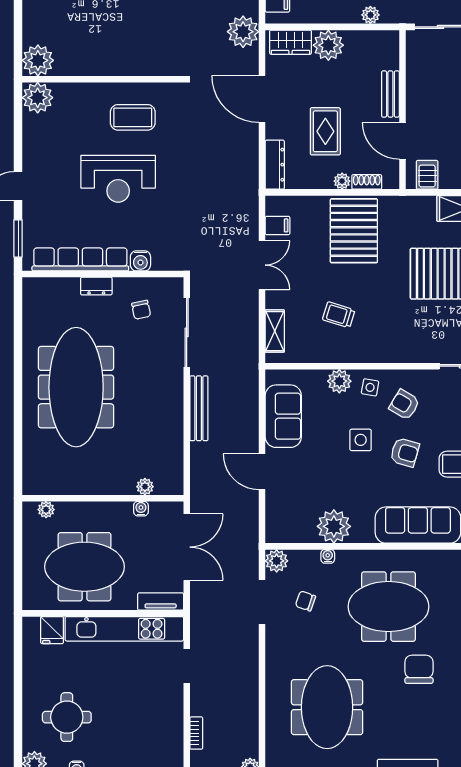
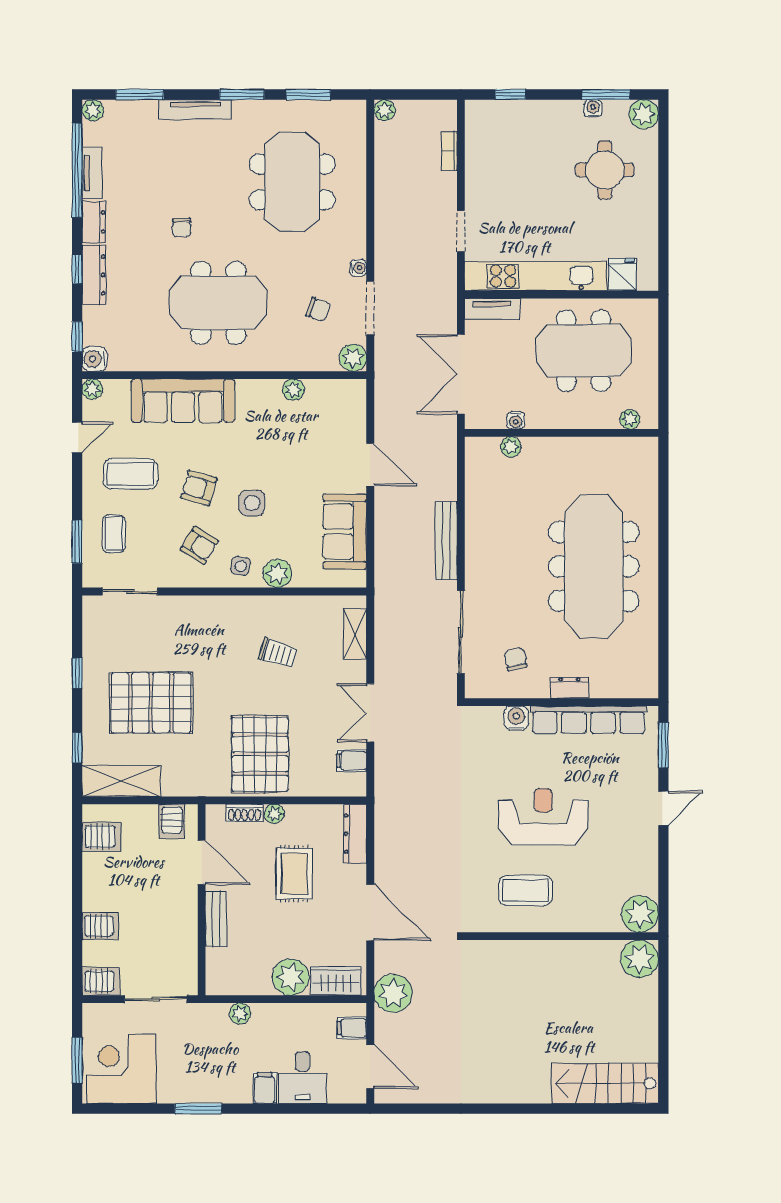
plant: (334, 526) -> (293, 390), width x0.53, depth x0.53
water cooler: (328, 556) -> (358, 268), moved, turned -90
chair: (419, 669) -> (182, 227), width x0.54, depth x0.54

